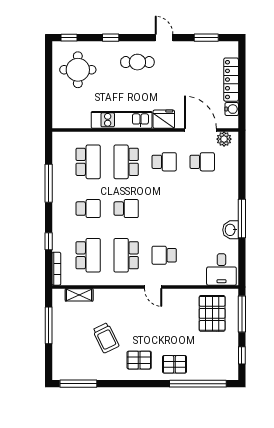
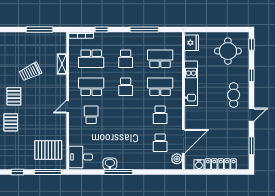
fridge: (164, 119) -> (192, 43), moved
school desk: (88, 162) -> (160, 59), turned 180
shelving: (79, 295) -> (62, 64), moved

